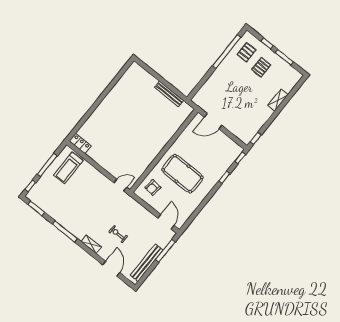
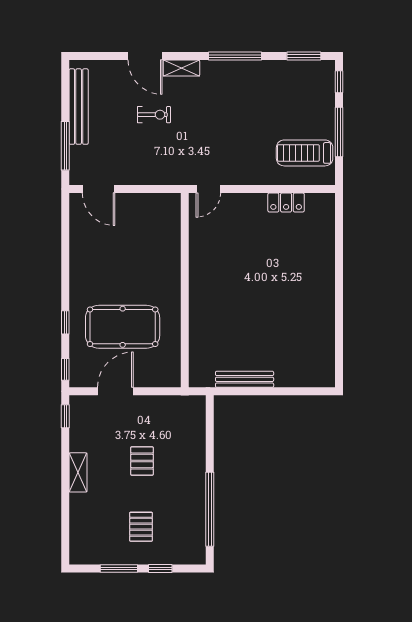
pallet: (246, 52) -> (142, 461), moved
shelving: (278, 100) -> (78, 472), moved
door: (213, 121) -> (115, 391), moved
locker: (80, 144) -> (286, 202), moved
treadmill: (68, 168) -> (305, 153), turned -90
pool table: (182, 174) -> (123, 327), moved
armchair: (153, 188) -> (158, 224), removed
door: (111, 269) -> (145, 56), moved

